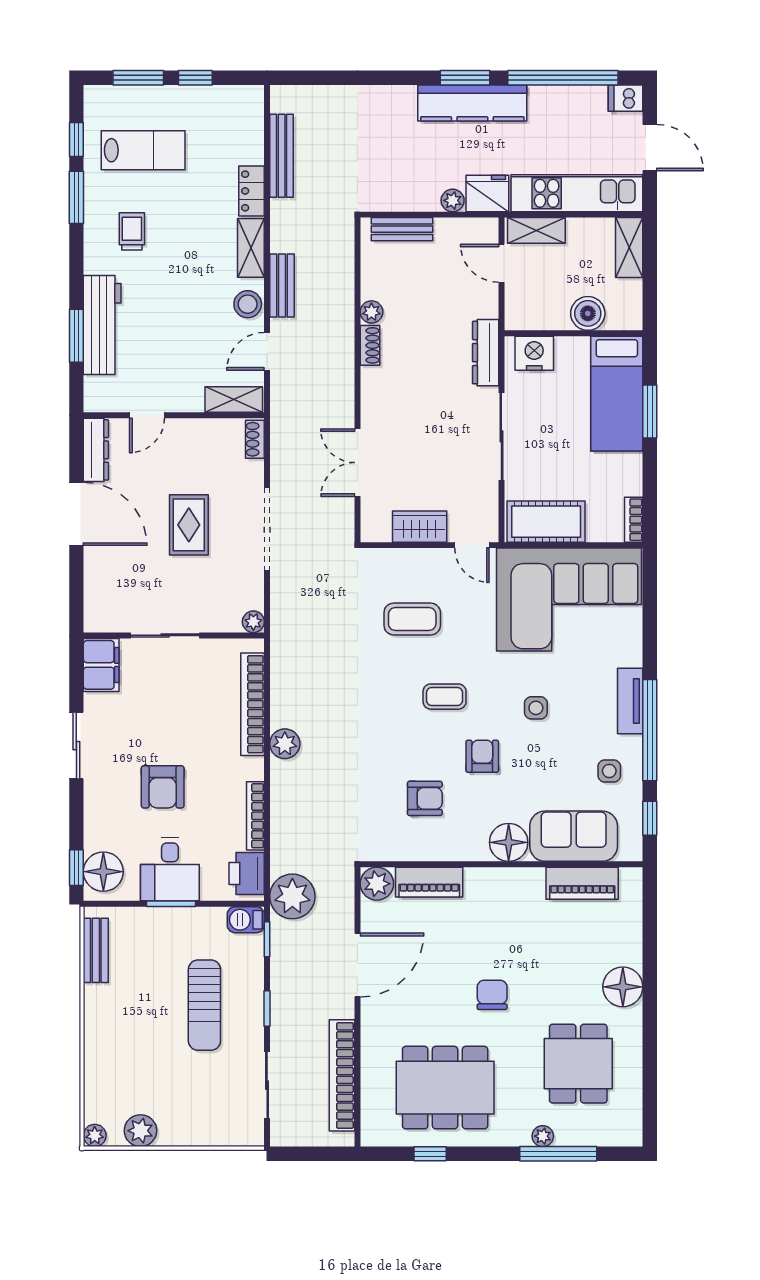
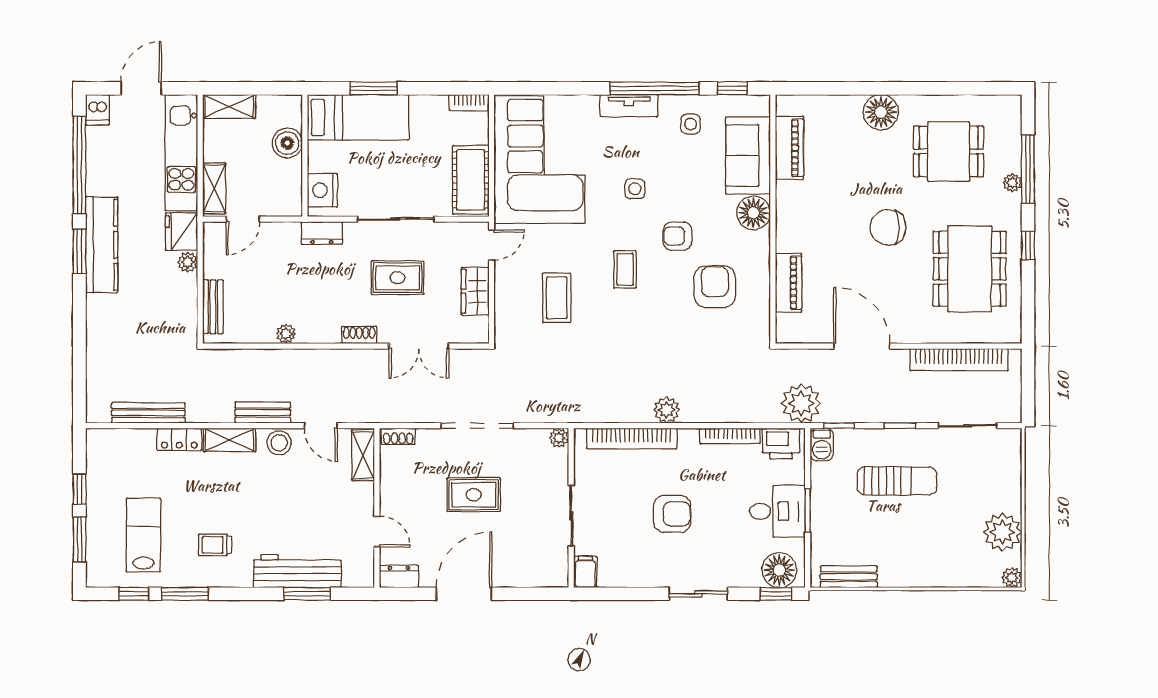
shoe rack: (370, 345) -> (359, 335), moved
dresser: (486, 353) -> (322, 233), width x0.70
rug: (435, 439) -> (398, 278), added
dresser: (96, 450) -> (399, 577), width x0.70
filing cabinet: (101, 665) -> (585, 572), width x0.50
sliding door: (76, 746) -> (698, 594), moved
armchair: (163, 787) -> (672, 514), moved
armchair: (425, 798) -> (715, 287), width x1.38, depth x1.38
plant: (377, 884) -> (790, 329), removed
chair: (492, 995) -> (888, 227), width x1.37, depth x1.37
plant: (140, 1131) -> (1002, 532), width x1.36, depth x1.36
window: (430, 1154) -> (1028, 245), moved

